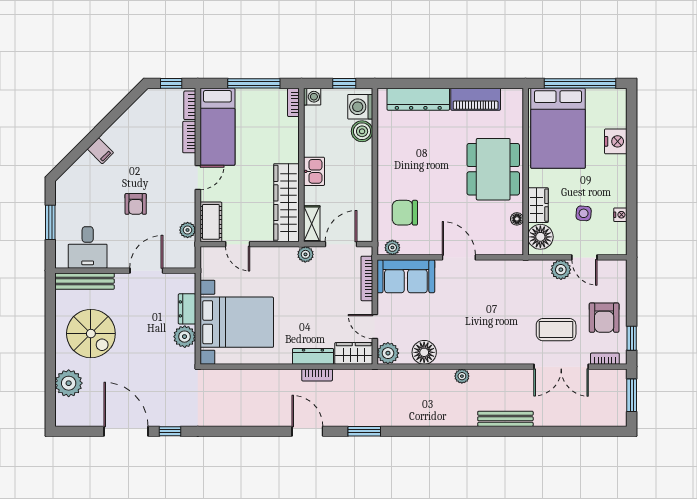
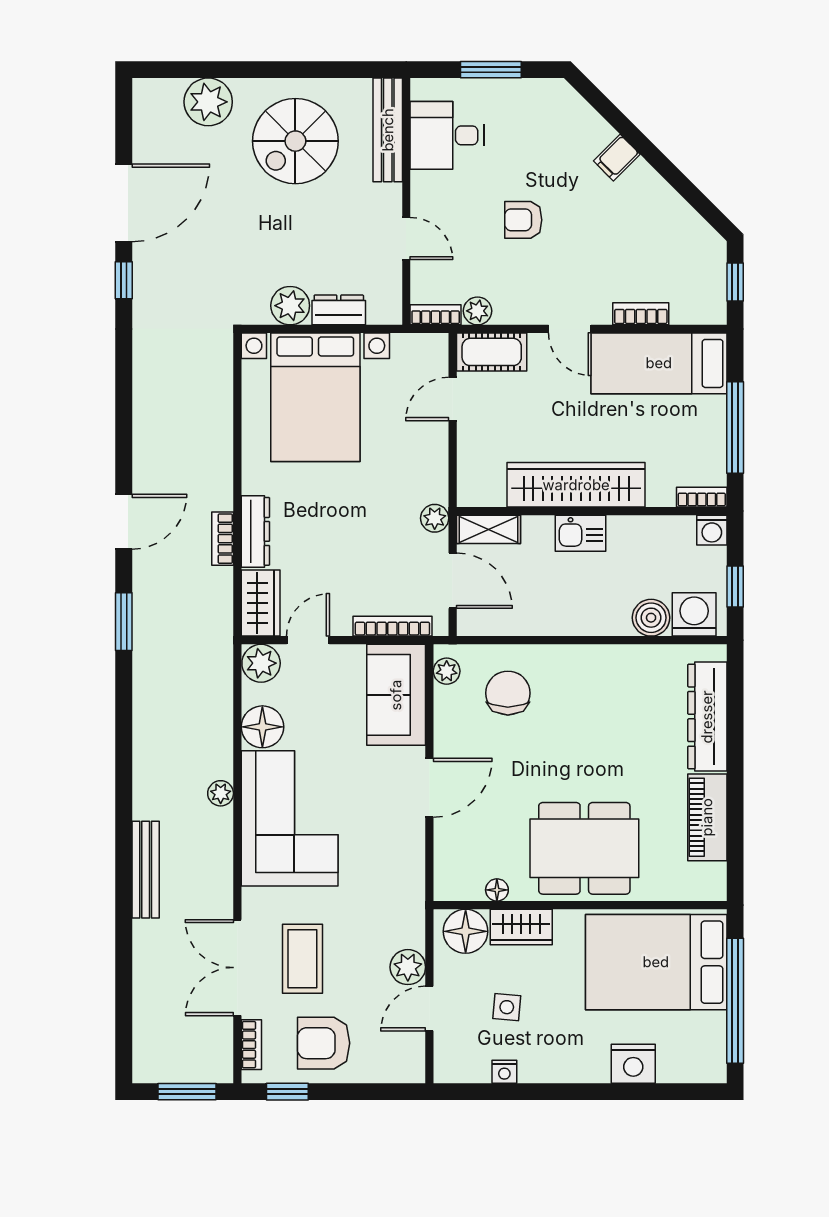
bookcase: (190, 105) -> (436, 315), moved
wardrobe: (286, 203) -> (576, 485), moved
door: (146, 271) -> (406, 239), width x0.73
corner sofa: (476, 337) -> (290, 818), added

